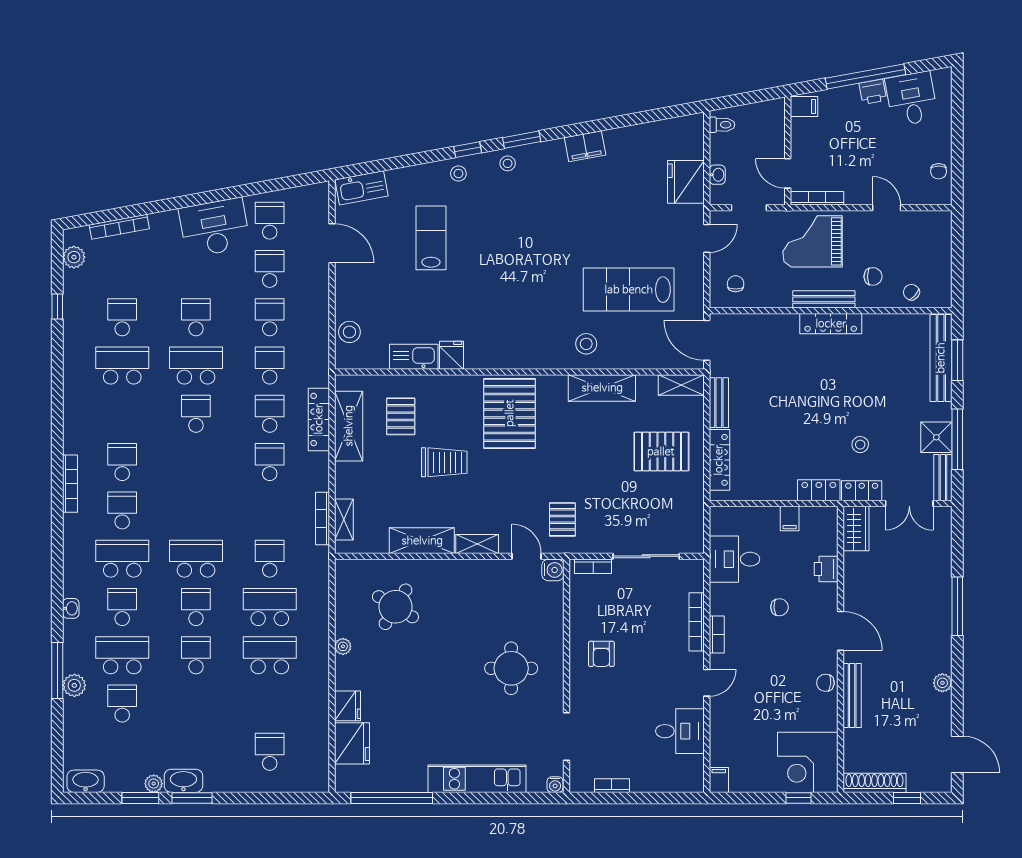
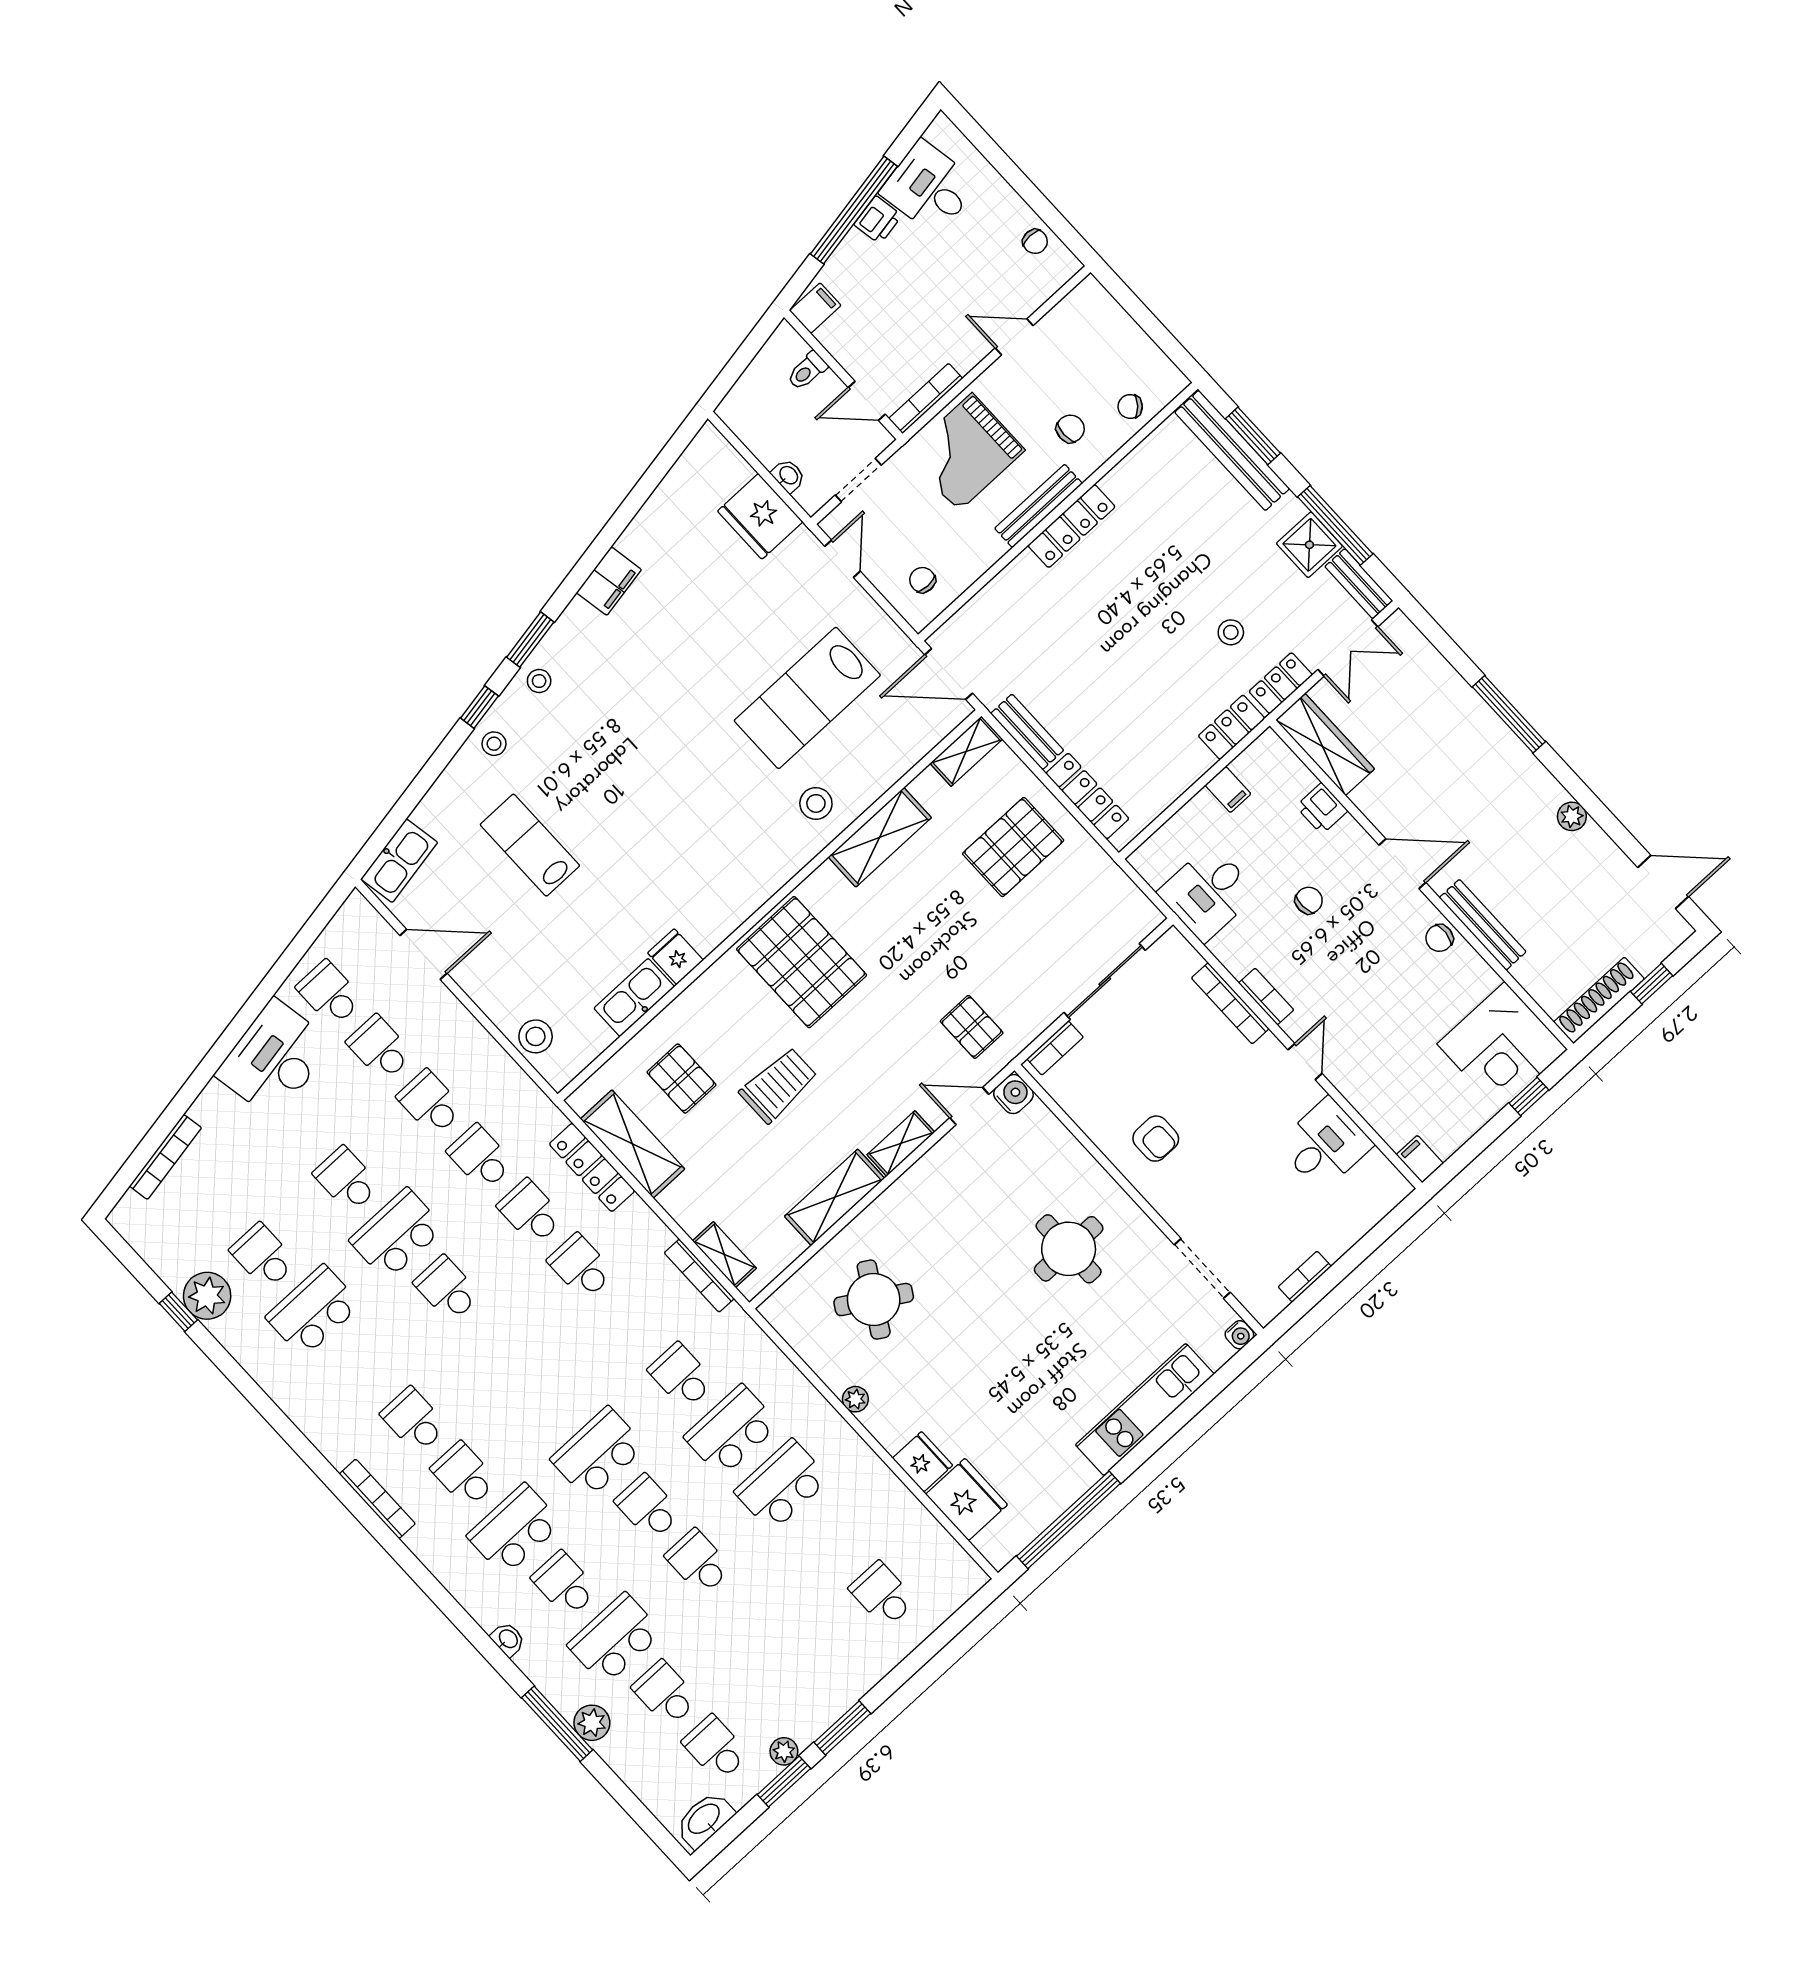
toilet: (722, 125) -> (807, 371), moved, turned 180
plant: (74, 257) -> (207, 1296), moved, width x1.36, depth x1.36
wardrobe: (856, 529) -> (1325, 744), width x1.50
school desk: (122, 752) -> (715, 1748), added
washbasin: (183, 781) -> (815, 1717), removed

